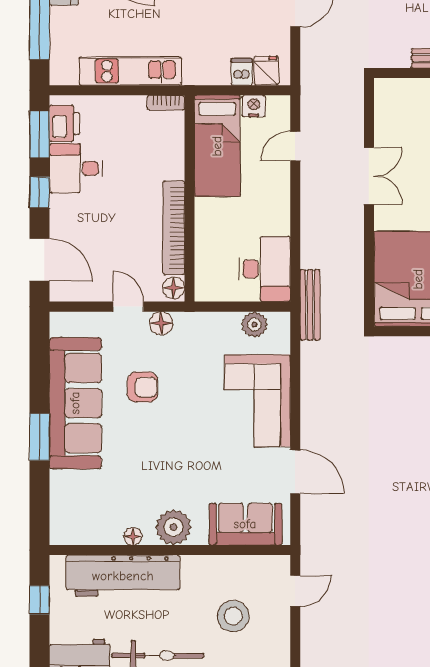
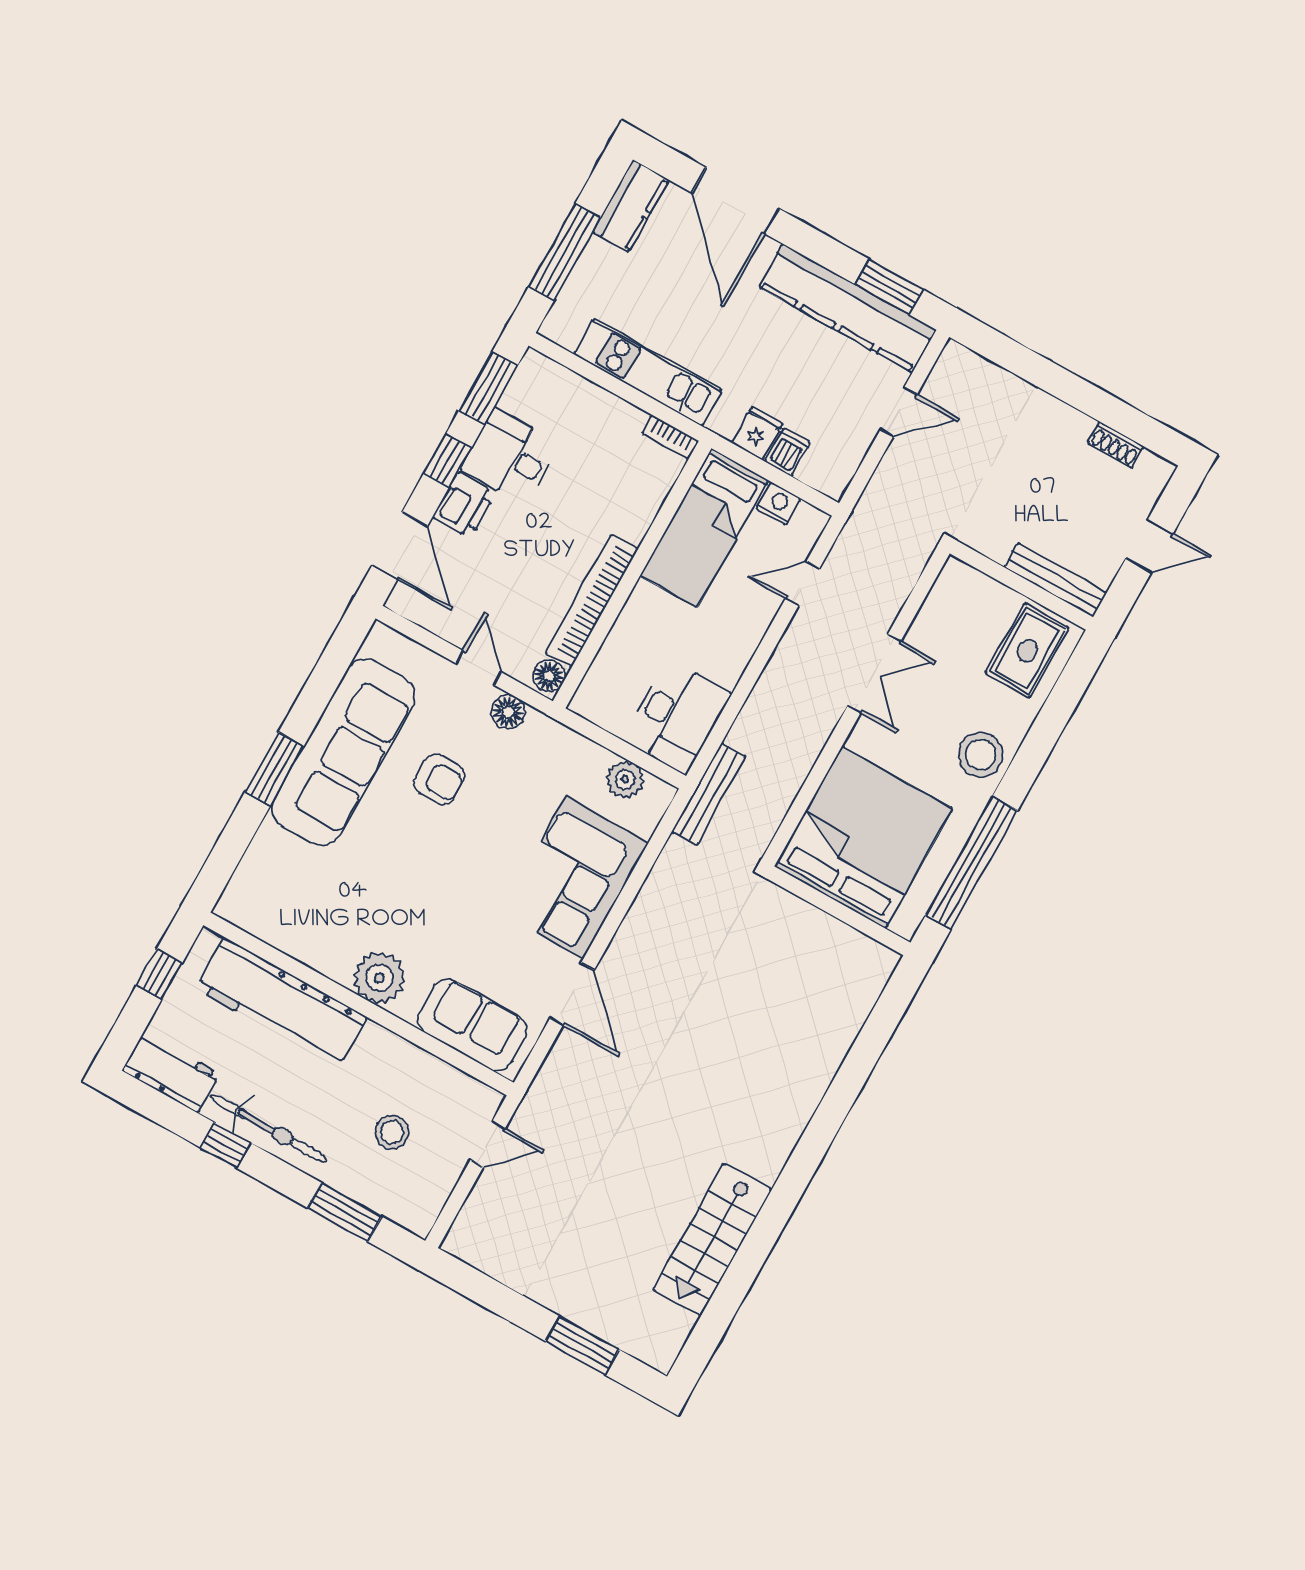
fridge: (266, 71) -> (757, 433), moved
printer: (64, 123) -> (464, 505), moved
floor lamp: (133, 536) -> (322, 961), removed
stool: (233, 616) -> (392, 1132), width x0.73, depth x0.73

